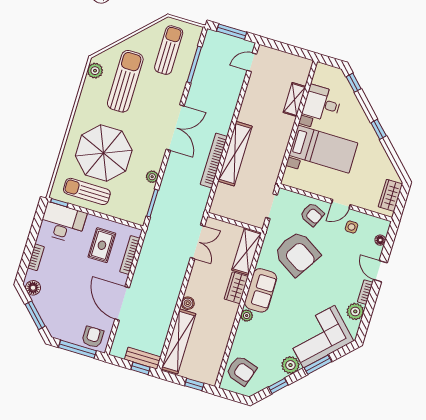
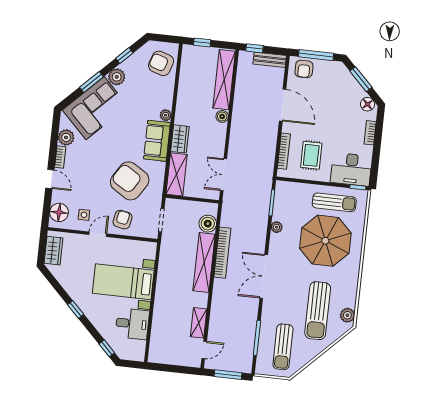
shelving: (294, 99) -> (199, 323), moved
boiler: (224, 194) -> (208, 224), added
armchair: (312, 214) -> (122, 220), turned 77
floor lamp: (380, 240) -> (59, 212), width x1.89, depth x1.89
bench: (143, 358) -> (270, 60), moved

